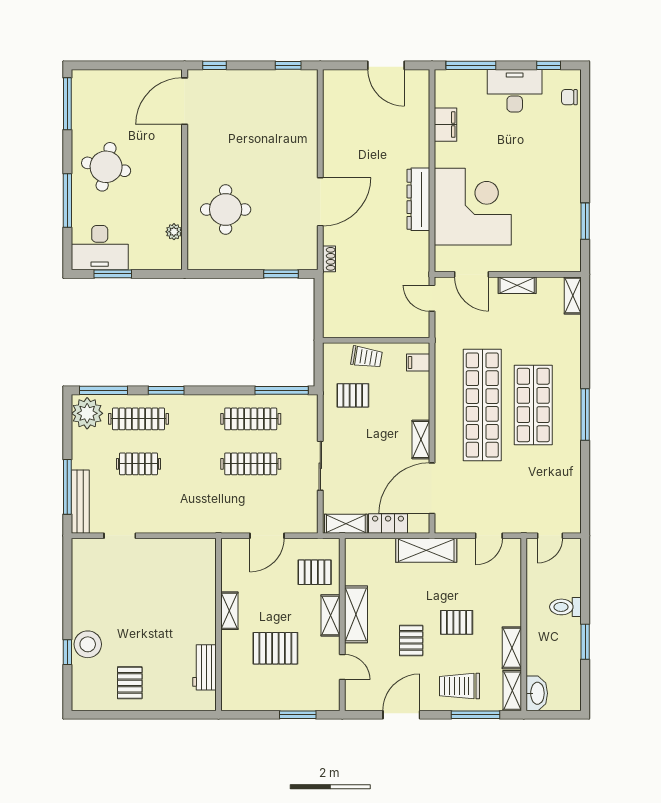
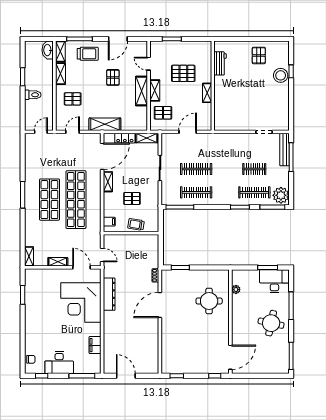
dresser: (418, 199) -> (109, 294), moved
pallet: (353, 395) -> (132, 198), moved
pallet: (457, 622) -> (73, 99), moved

